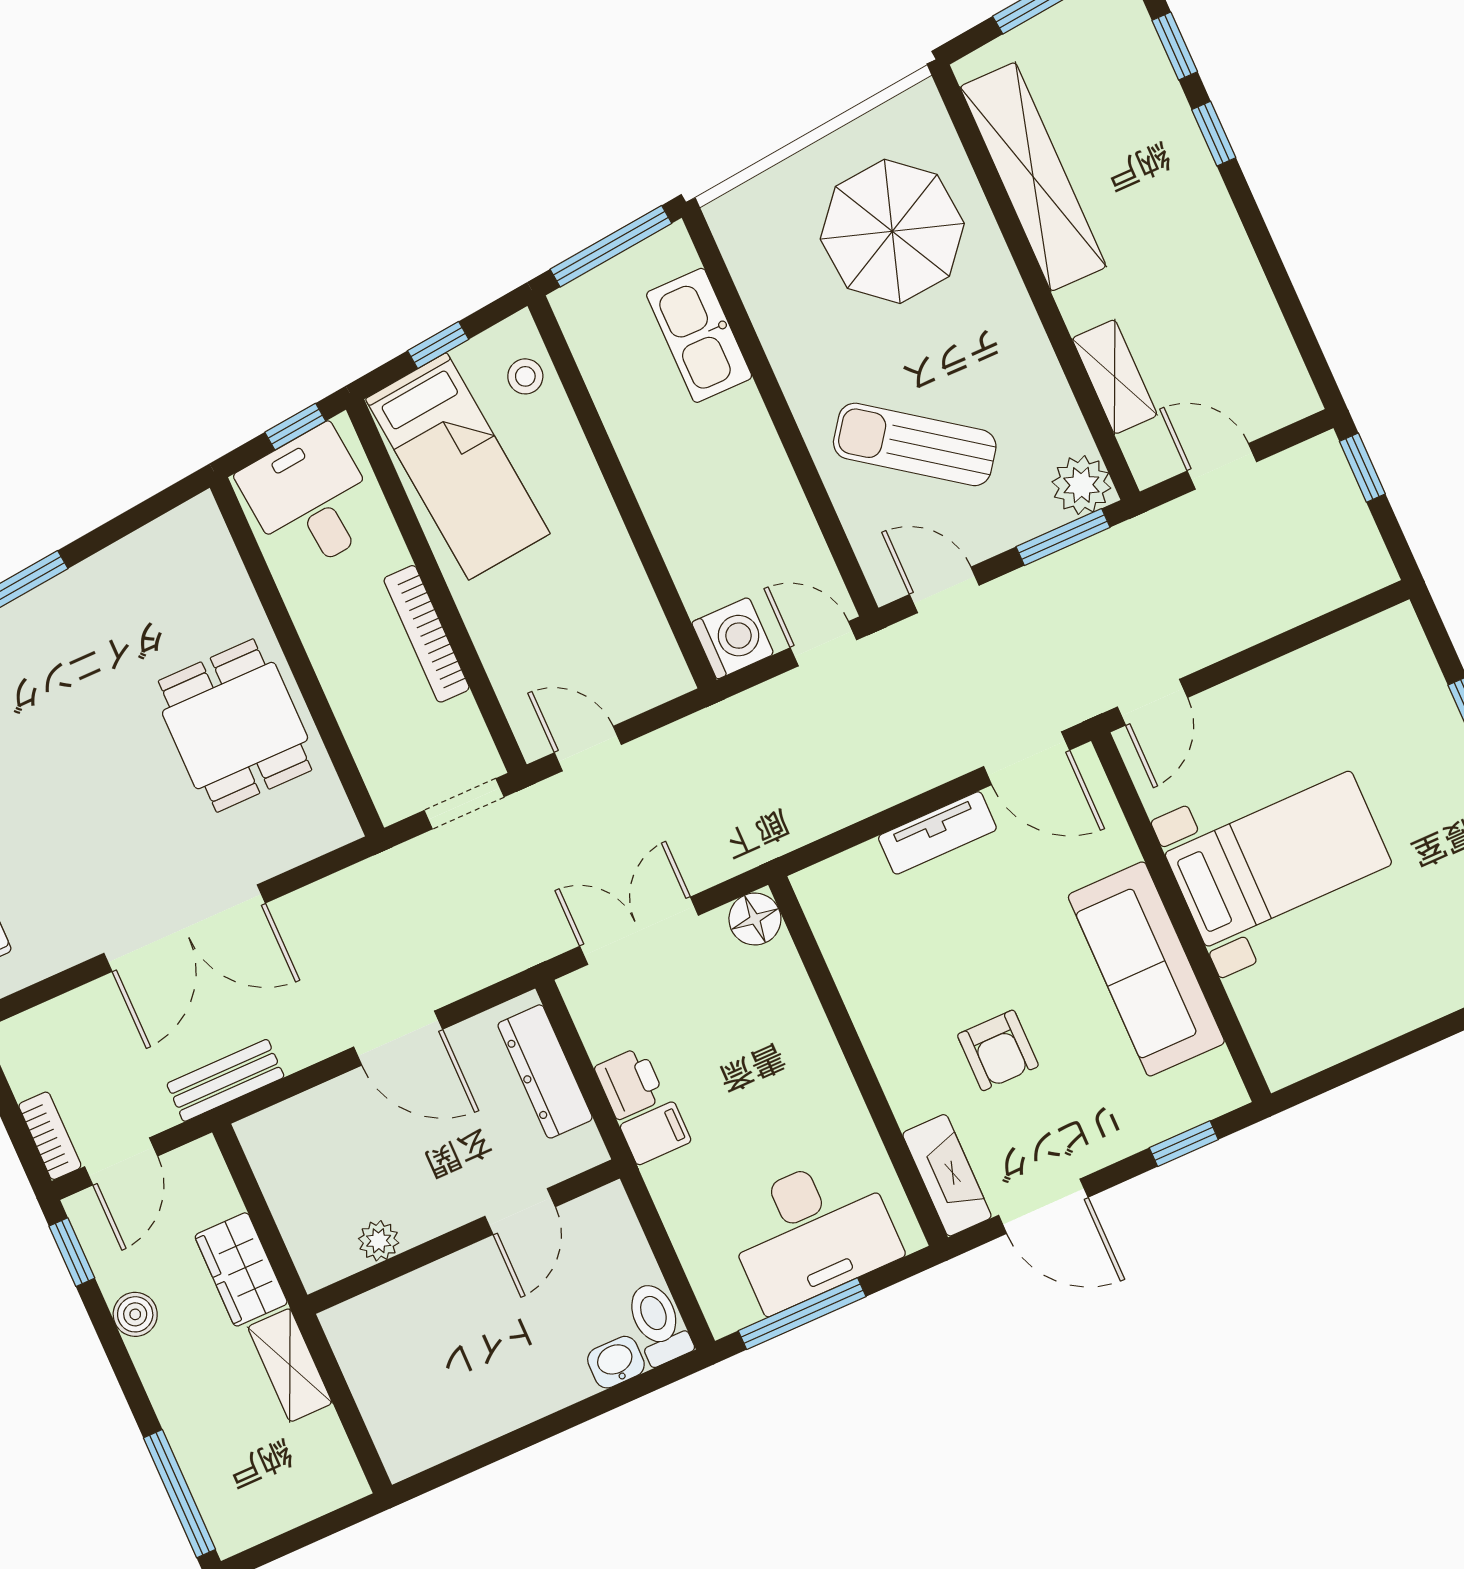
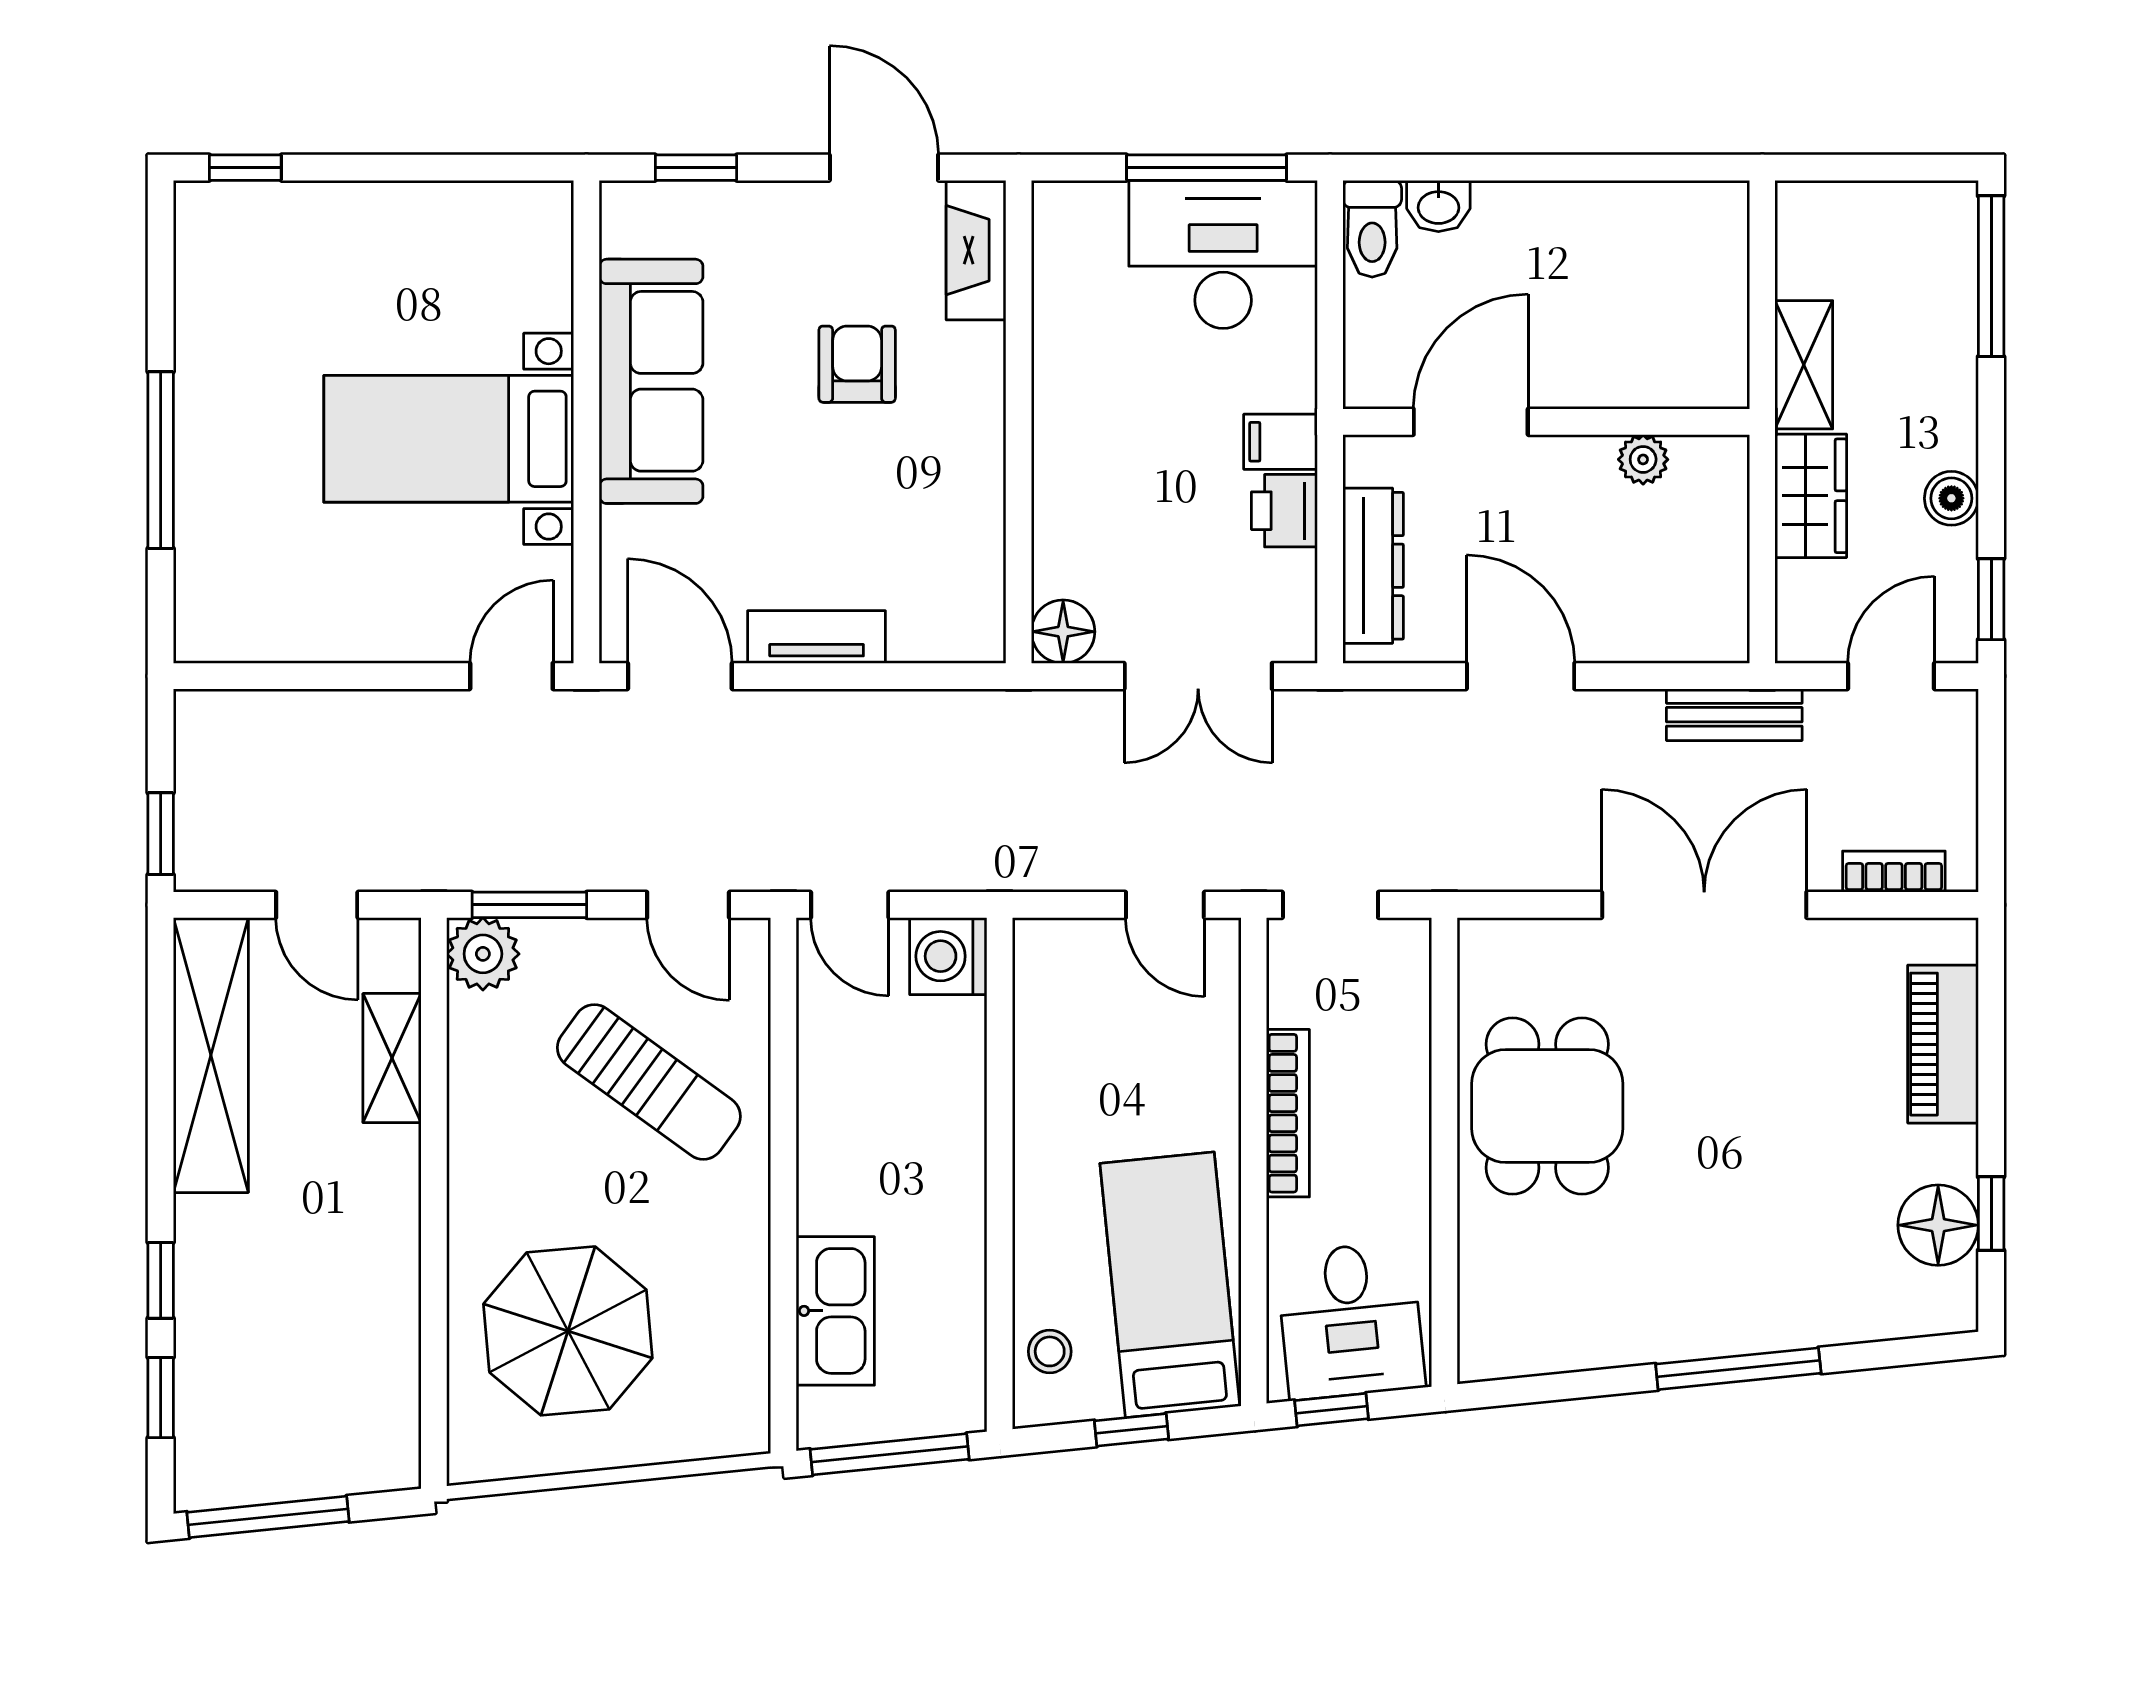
shelving: (1033, 177) -> (211, 1055), moved
bookcase: (50, 1136) -> (1894, 872), moved, turned 90
door: (520, 1212) -> (1471, 422), width x1.37
desk: (812, 1232) -> (1223, 254), moved

